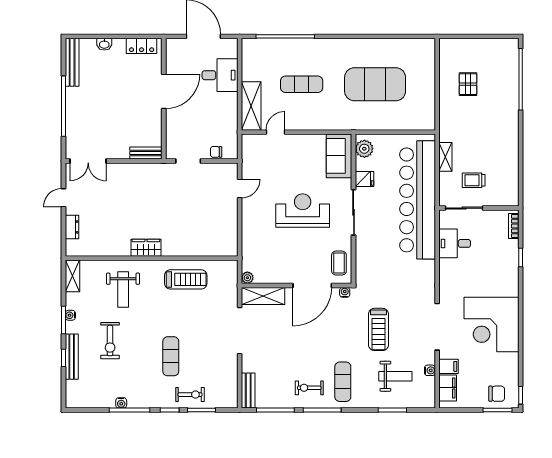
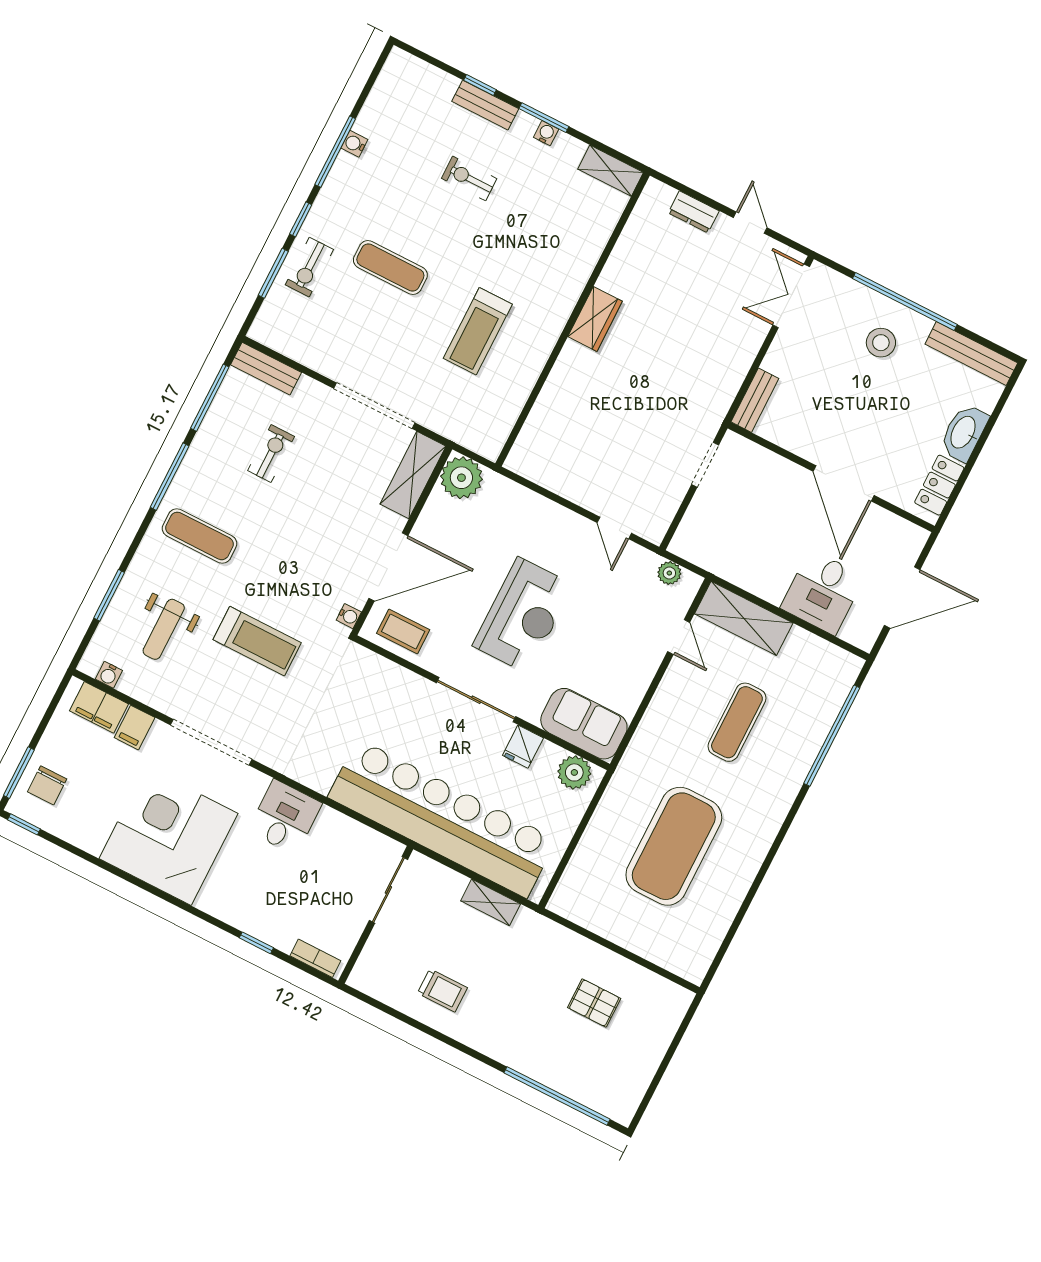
washbasin: (104, 44) -> (964, 433), width x1.91, depth x1.45
stool: (89, 108) -> (881, 343), added
chair: (216, 152) -> (696, 520), removed
plant: (248, 152) -> (669, 573), added
trolley: (474, 180) -> (442, 990), moved, turned 90
desk: (455, 243) -> (285, 817), moved
plant: (247, 278) -> (461, 478), width x1.87, depth x1.87
treadmill: (186, 279) -> (478, 331), moved
door: (312, 285) -> (388, 567), swing flipped
weight bench: (123, 289) -> (544, 244), removed
treadmill: (379, 329) -> (257, 641), turned 180
exercise bike: (110, 341) -> (469, 178), width x0.73, depth x0.72
bench: (72, 357) -> (485, 105), width x0.73
water cooler: (430, 370) -> (109, 675), moved
exercise bike: (309, 388) -> (271, 454), moved

